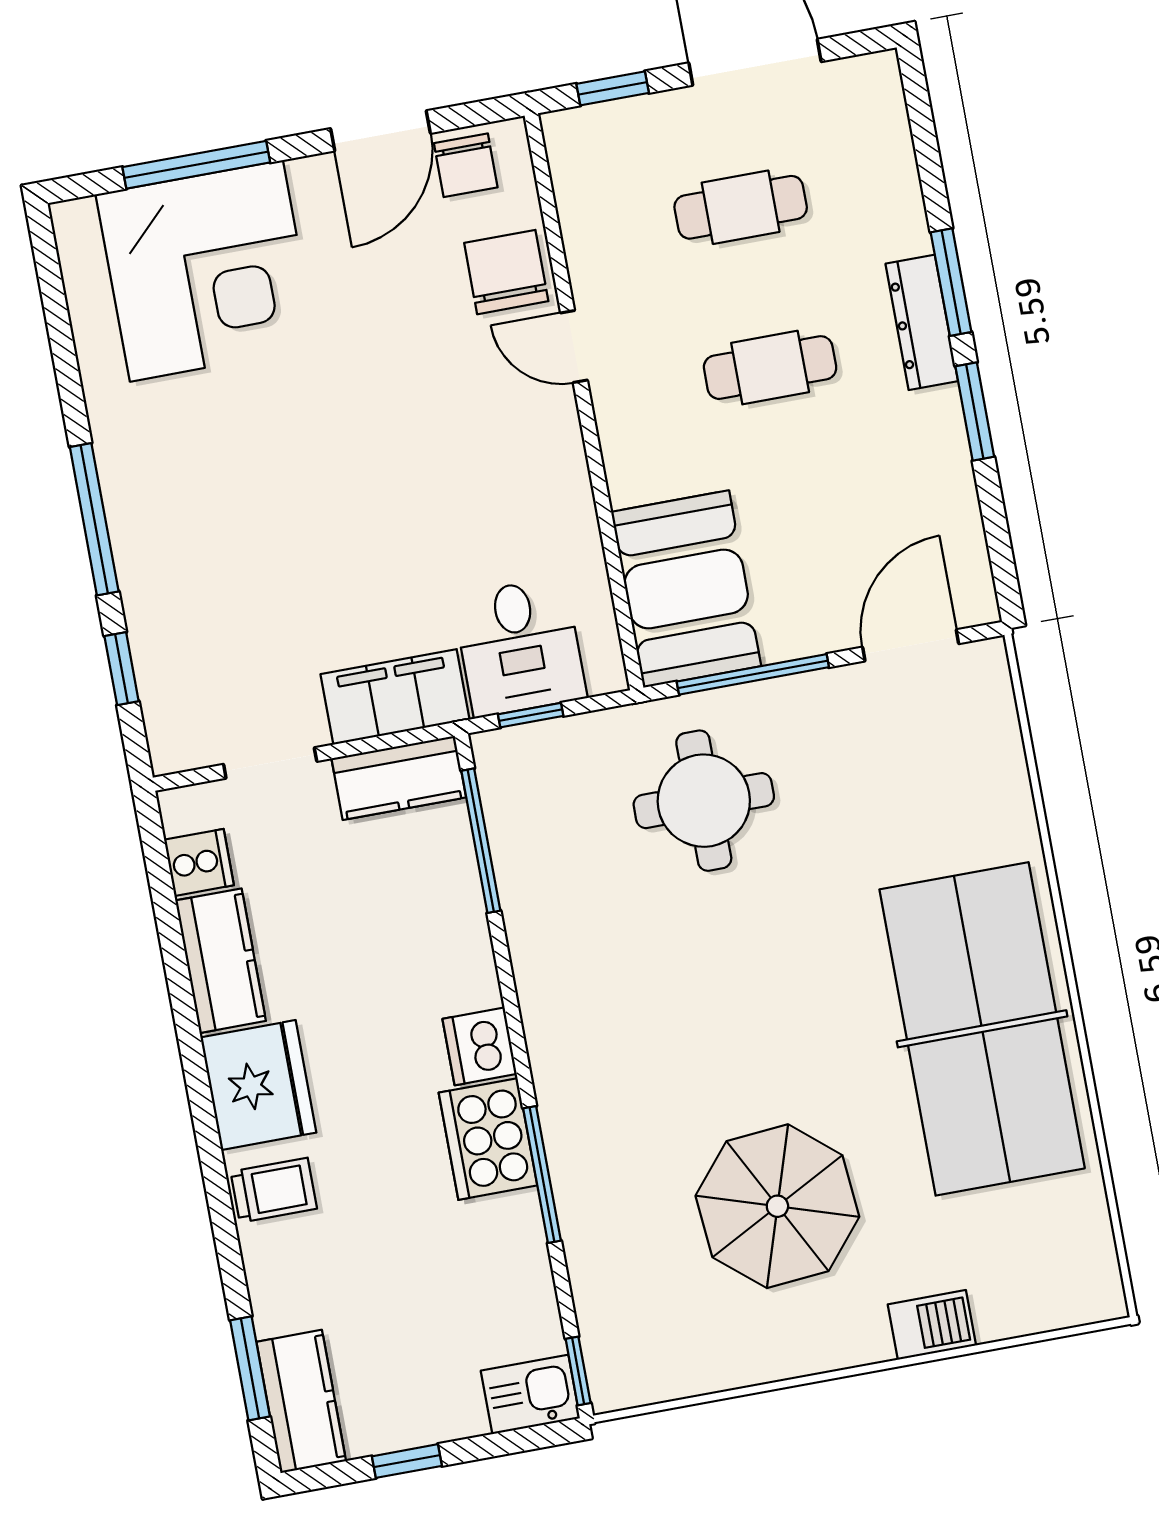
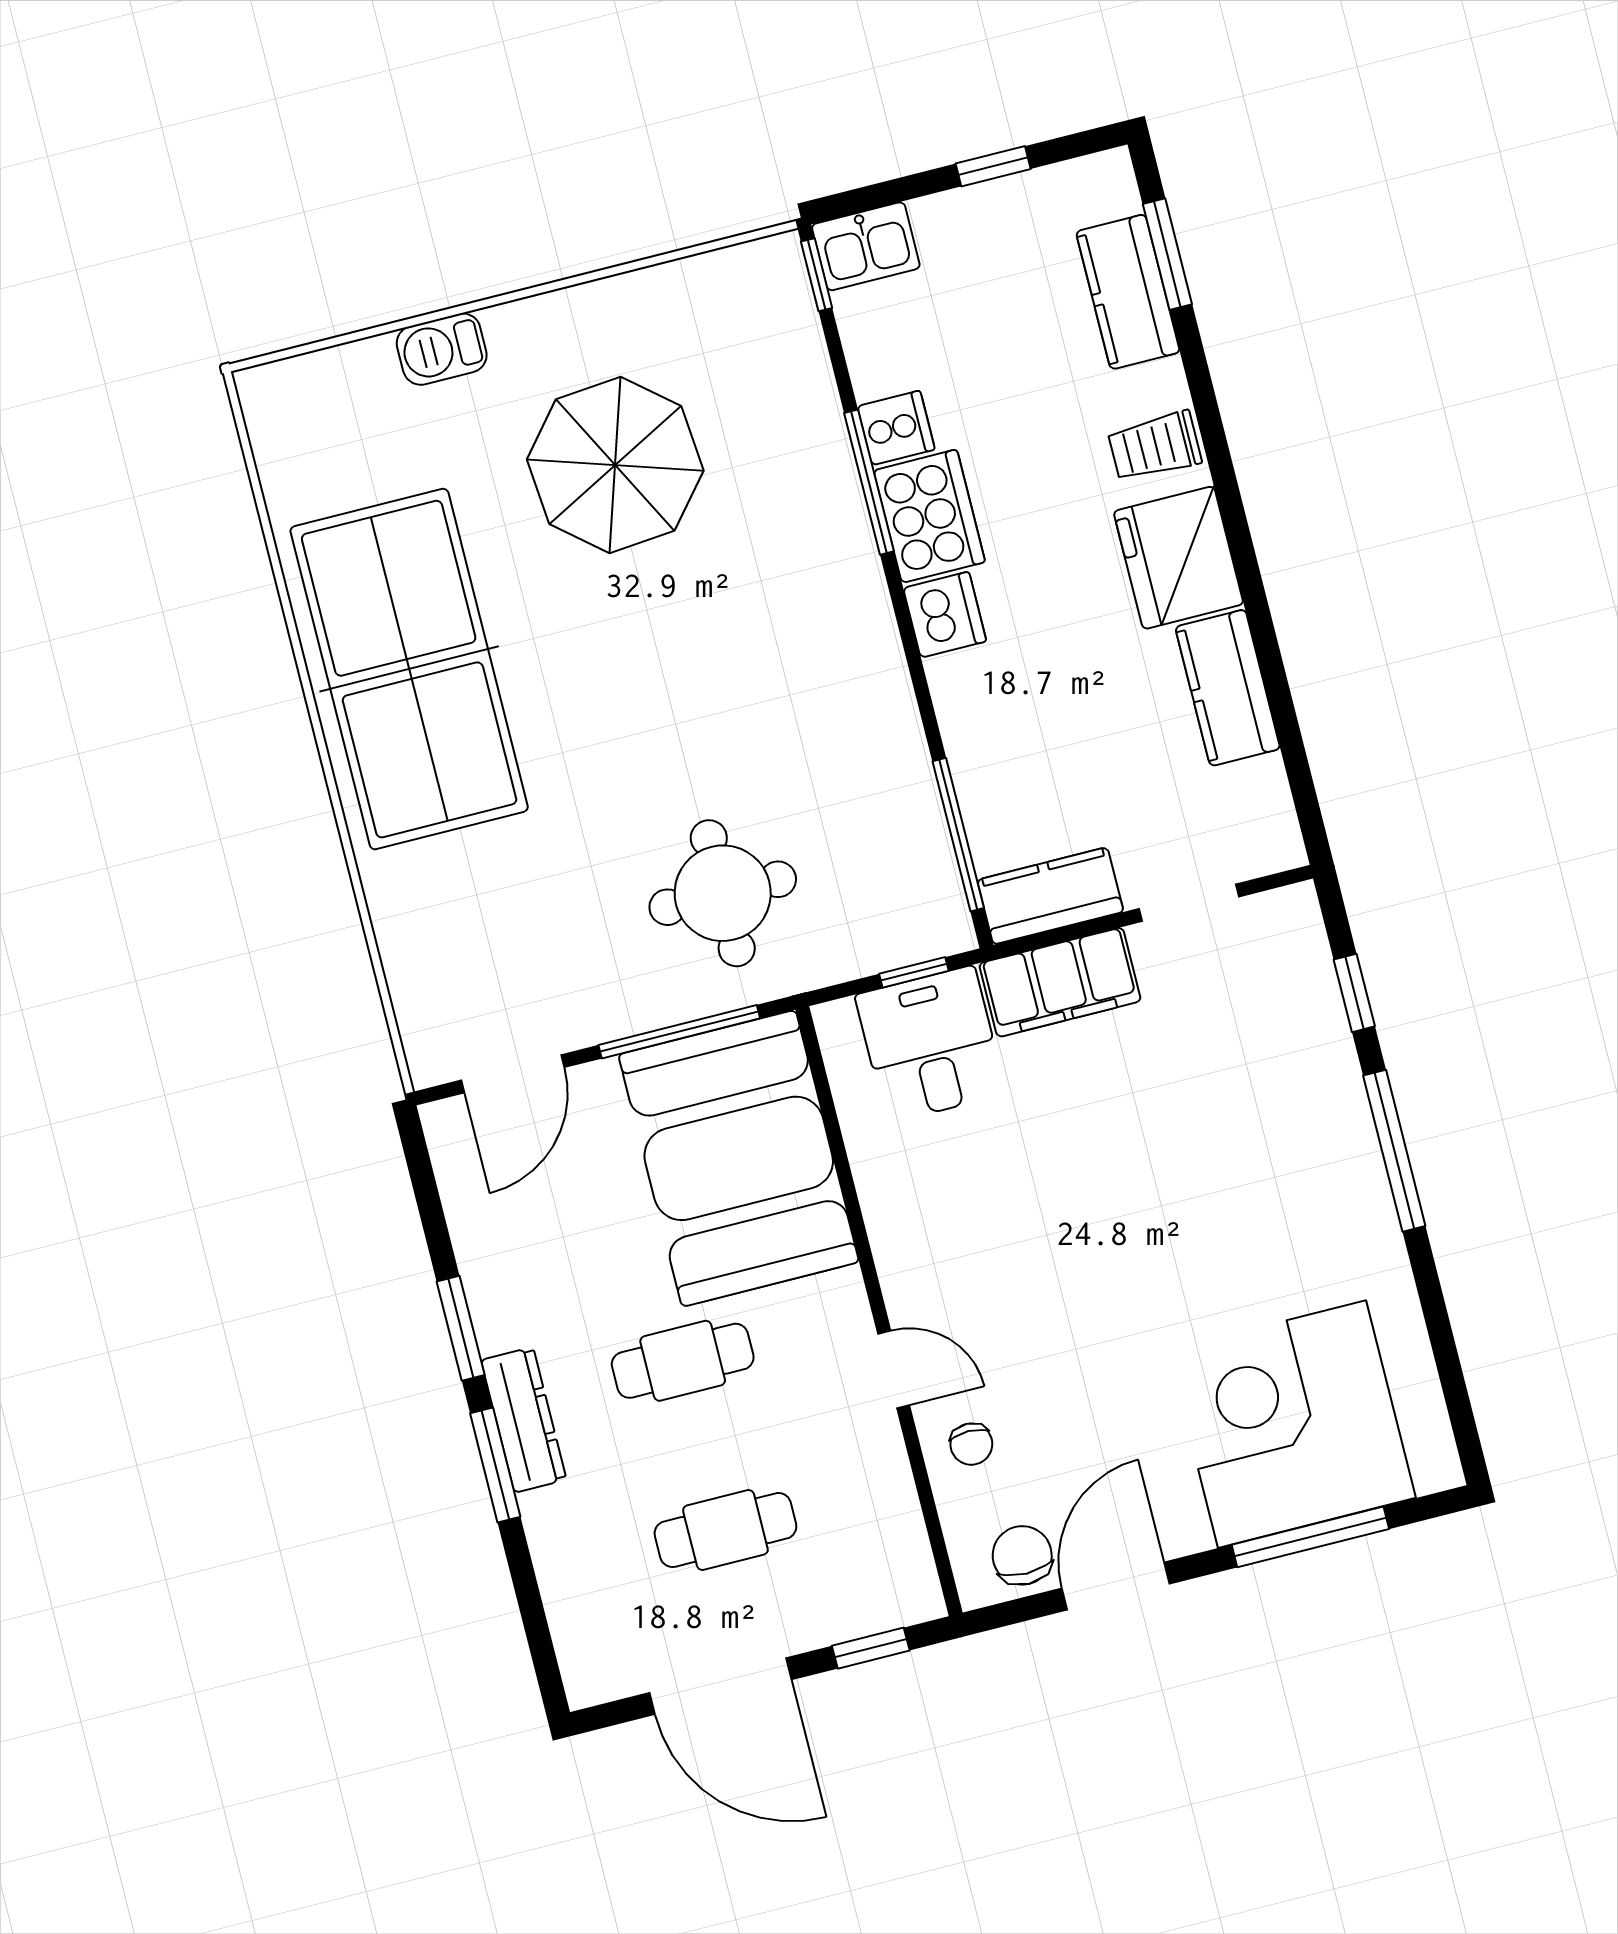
chair: (506, 272) -> (971, 1444), width x0.54, depth x0.54
booth: (686, 589) -> (739, 1158), width x1.36, depth x1.42
cooker: (199, 862) -> (896, 428), moved, turned 180
kitchen counter: (301, 1401) -> (1128, 292), moved

